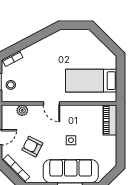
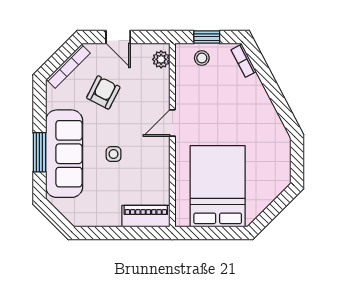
bed: (91, 81) -> (218, 186), width x1.50
plant: (22, 110) -> (161, 59), moved

